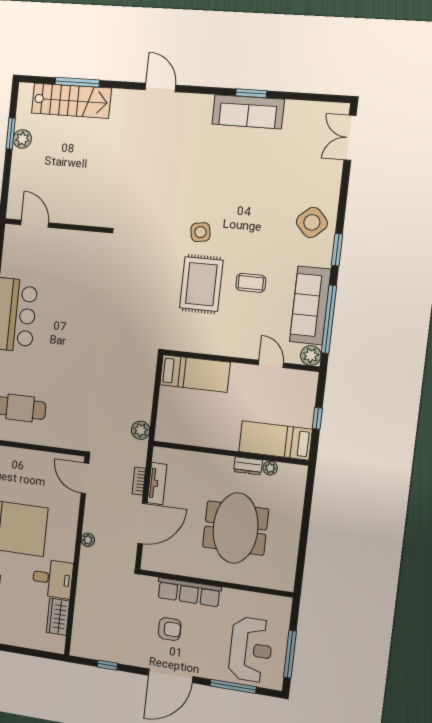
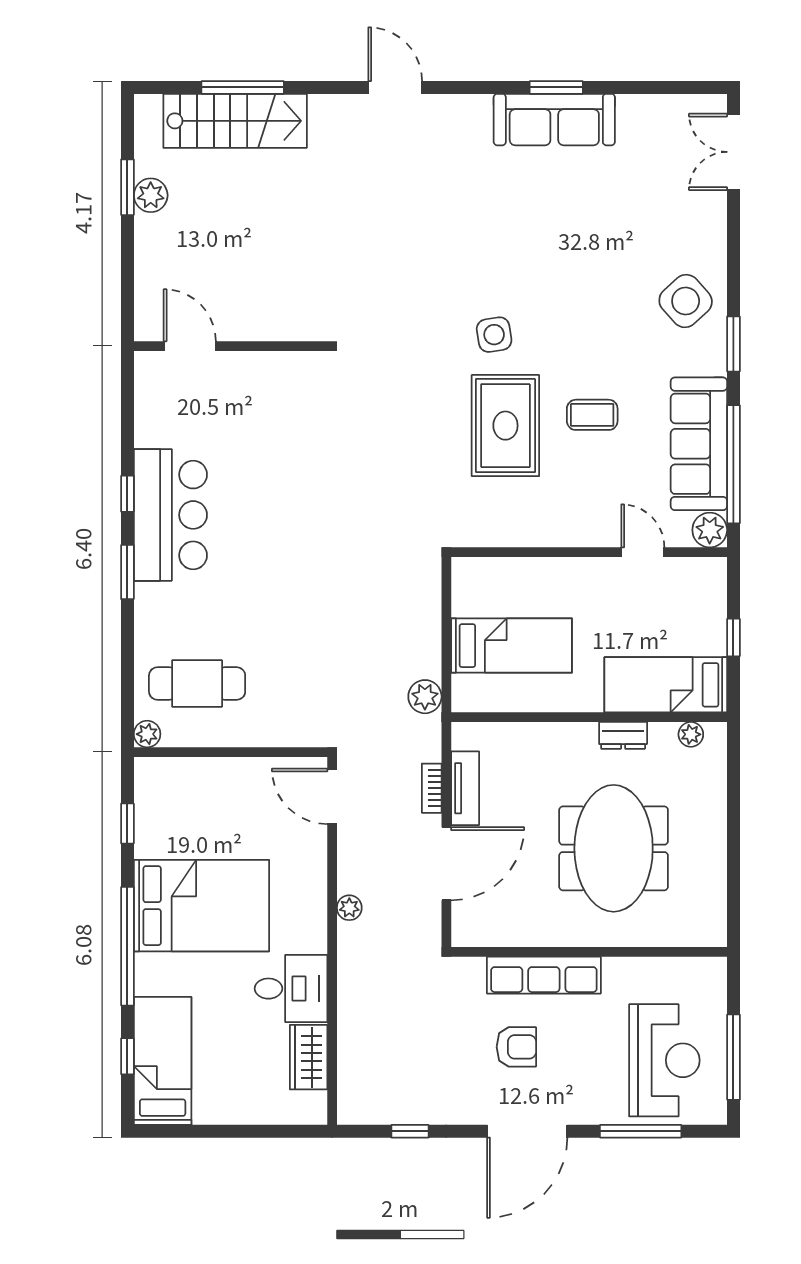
bed: (195, 374) -> (511, 646), moved
plant: (270, 468) -> (691, 734), moved

